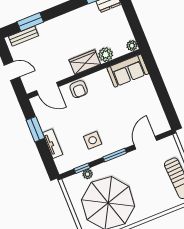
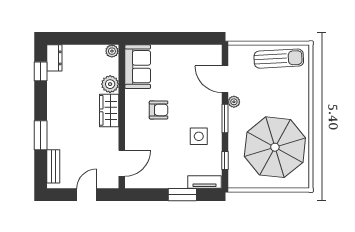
window: (30, 22) -> (41, 135), moved
armchair: (79, 89) -> (159, 110), moved
window: (35, 129) -> (182, 195), moved
tv unit: (53, 144) -> (204, 182), moved
plant: (88, 174) -> (234, 102), moved

